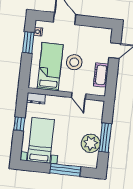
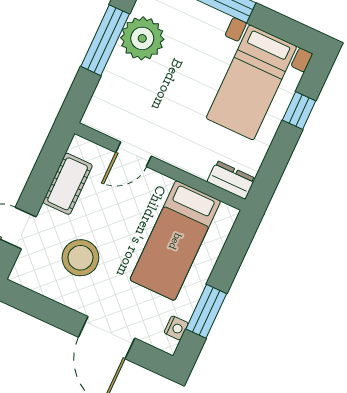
stool: (74, 62) -> (80, 258), moved
door: (79, 96) -> (133, 154), swing flipped
window: (19, 124) -> (299, 110), moved

